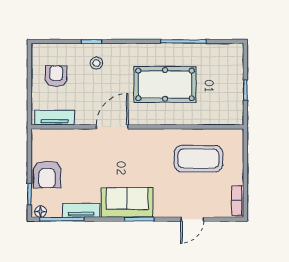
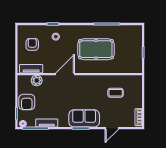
plant: (64, 138) -> (37, 80), added
coffee table: (198, 159) -> (116, 93), width x0.54, depth x0.58
sofa: (127, 202) -> (84, 118), moved

